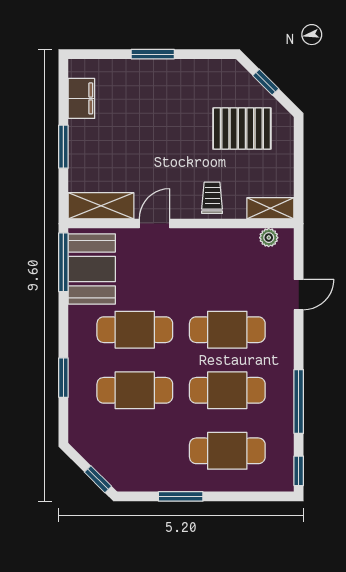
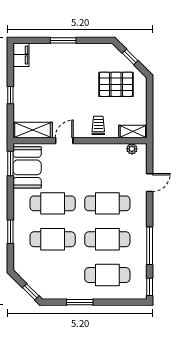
filing cabinet: (81, 98) -> (21, 55), moved
window: (63, 147) -> (10, 95), width x0.67
window: (63, 262) -> (10, 164), width x0.69

